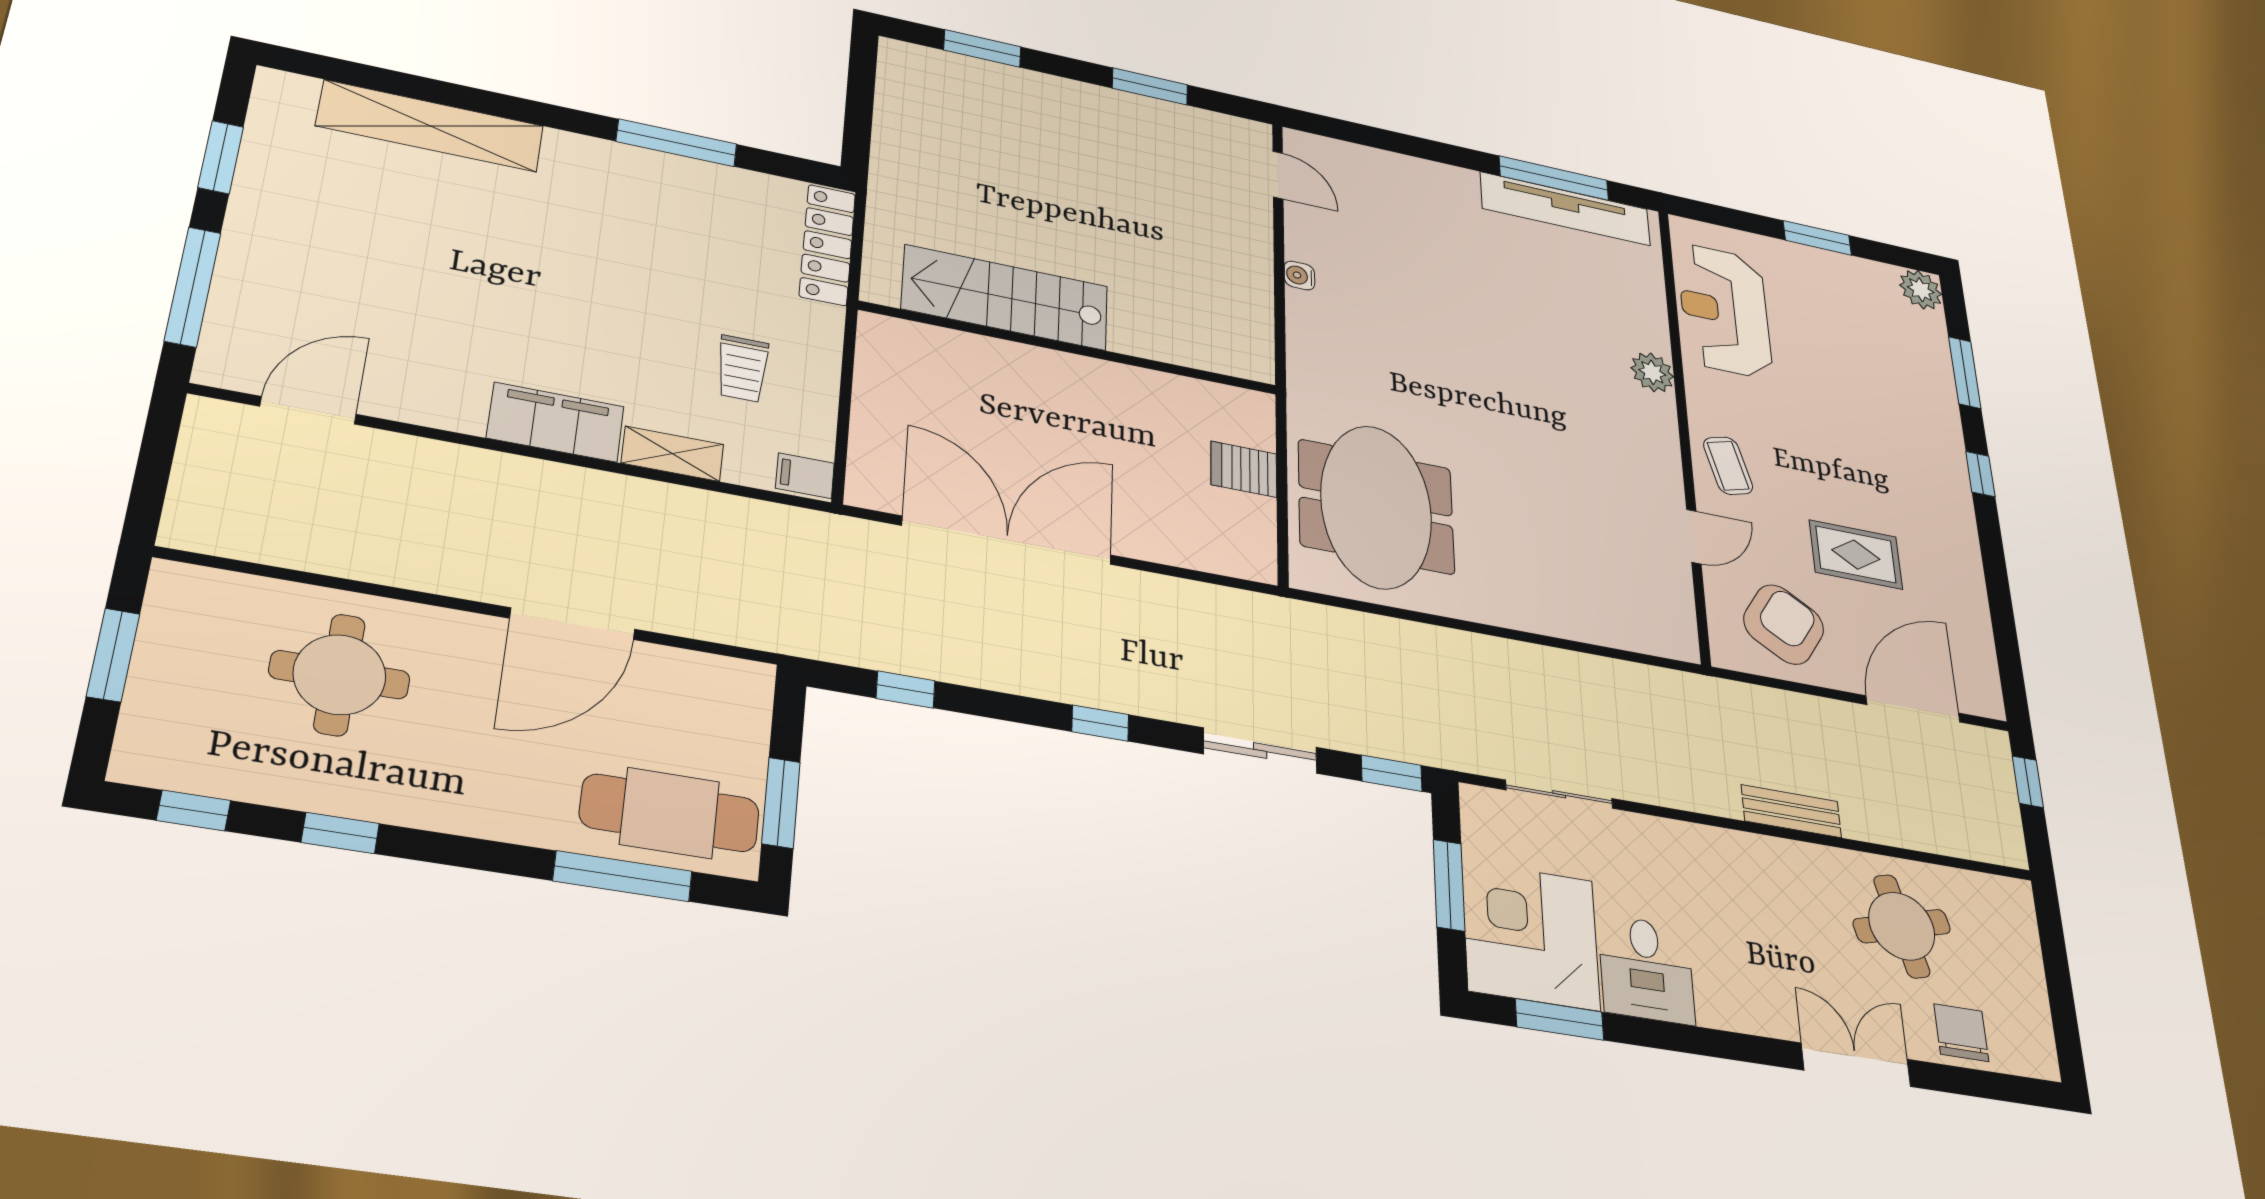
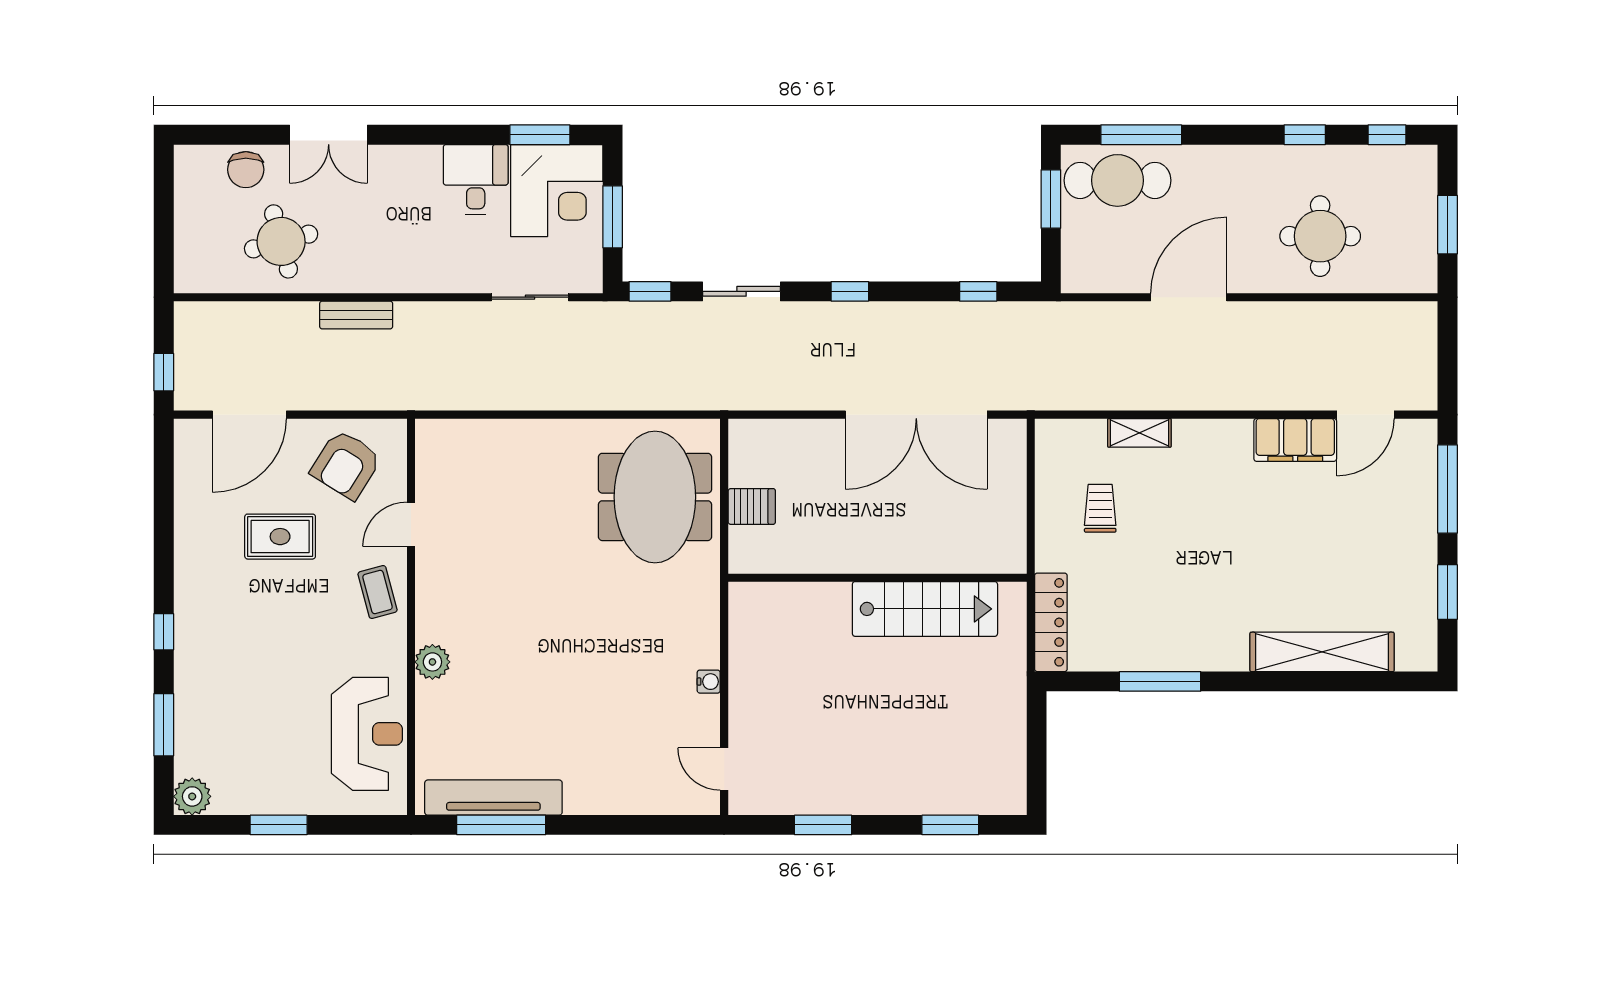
filing cabinet: (556, 422) -> (1295, 440), moved
filing cabinet: (805, 476) -> (1053, 435), removed

